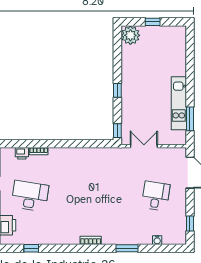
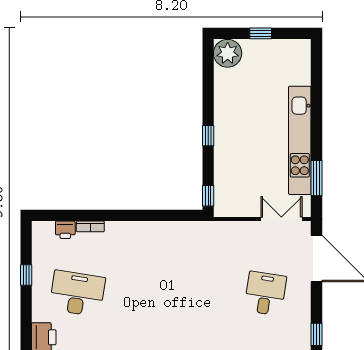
kitchen unit: (179, 103) -> (300, 140), width x1.36
double door: (144, 146) -> (281, 219), moved

